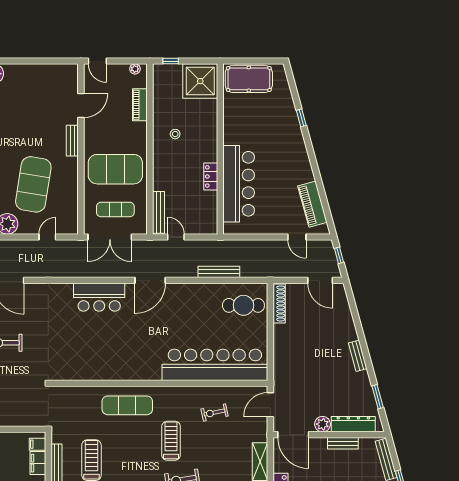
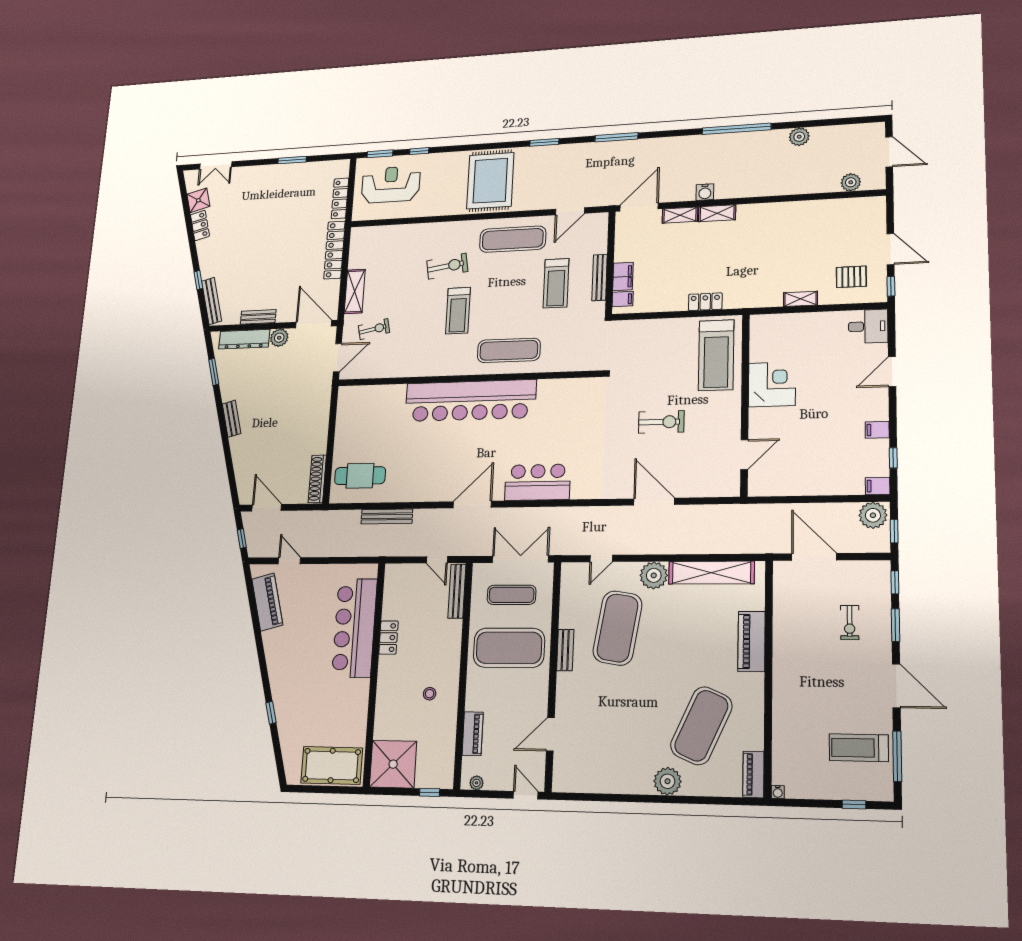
bench: (72, 141) -> (565, 650), moved
bar counter: (215, 365) -> (470, 401), moved
exercise bike: (214, 413) -> (374, 329), moved

